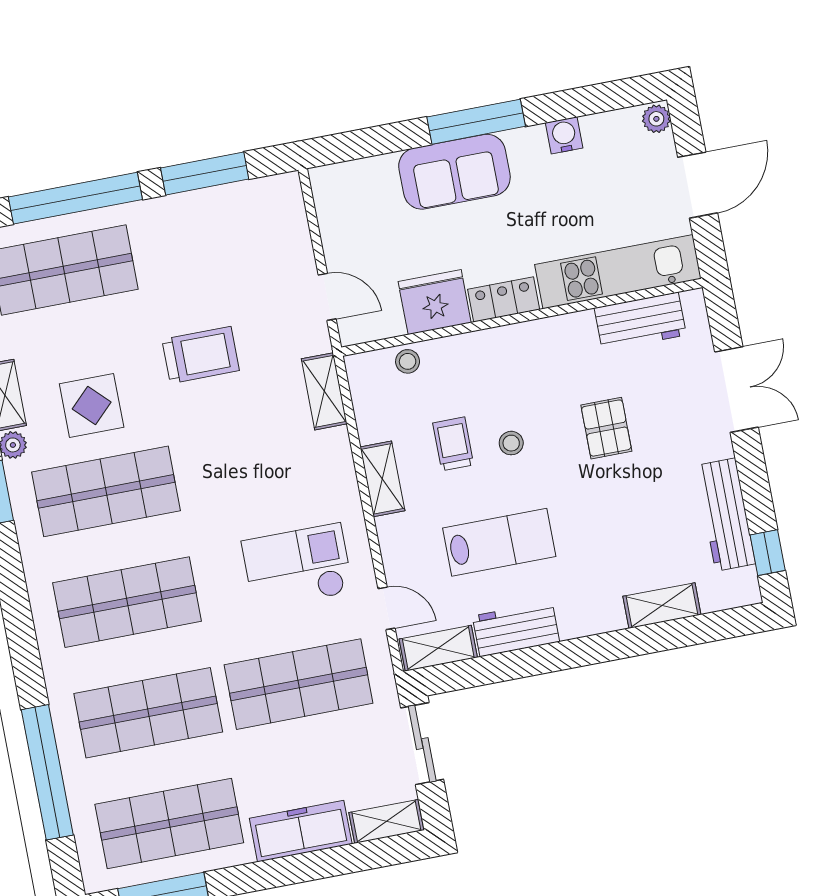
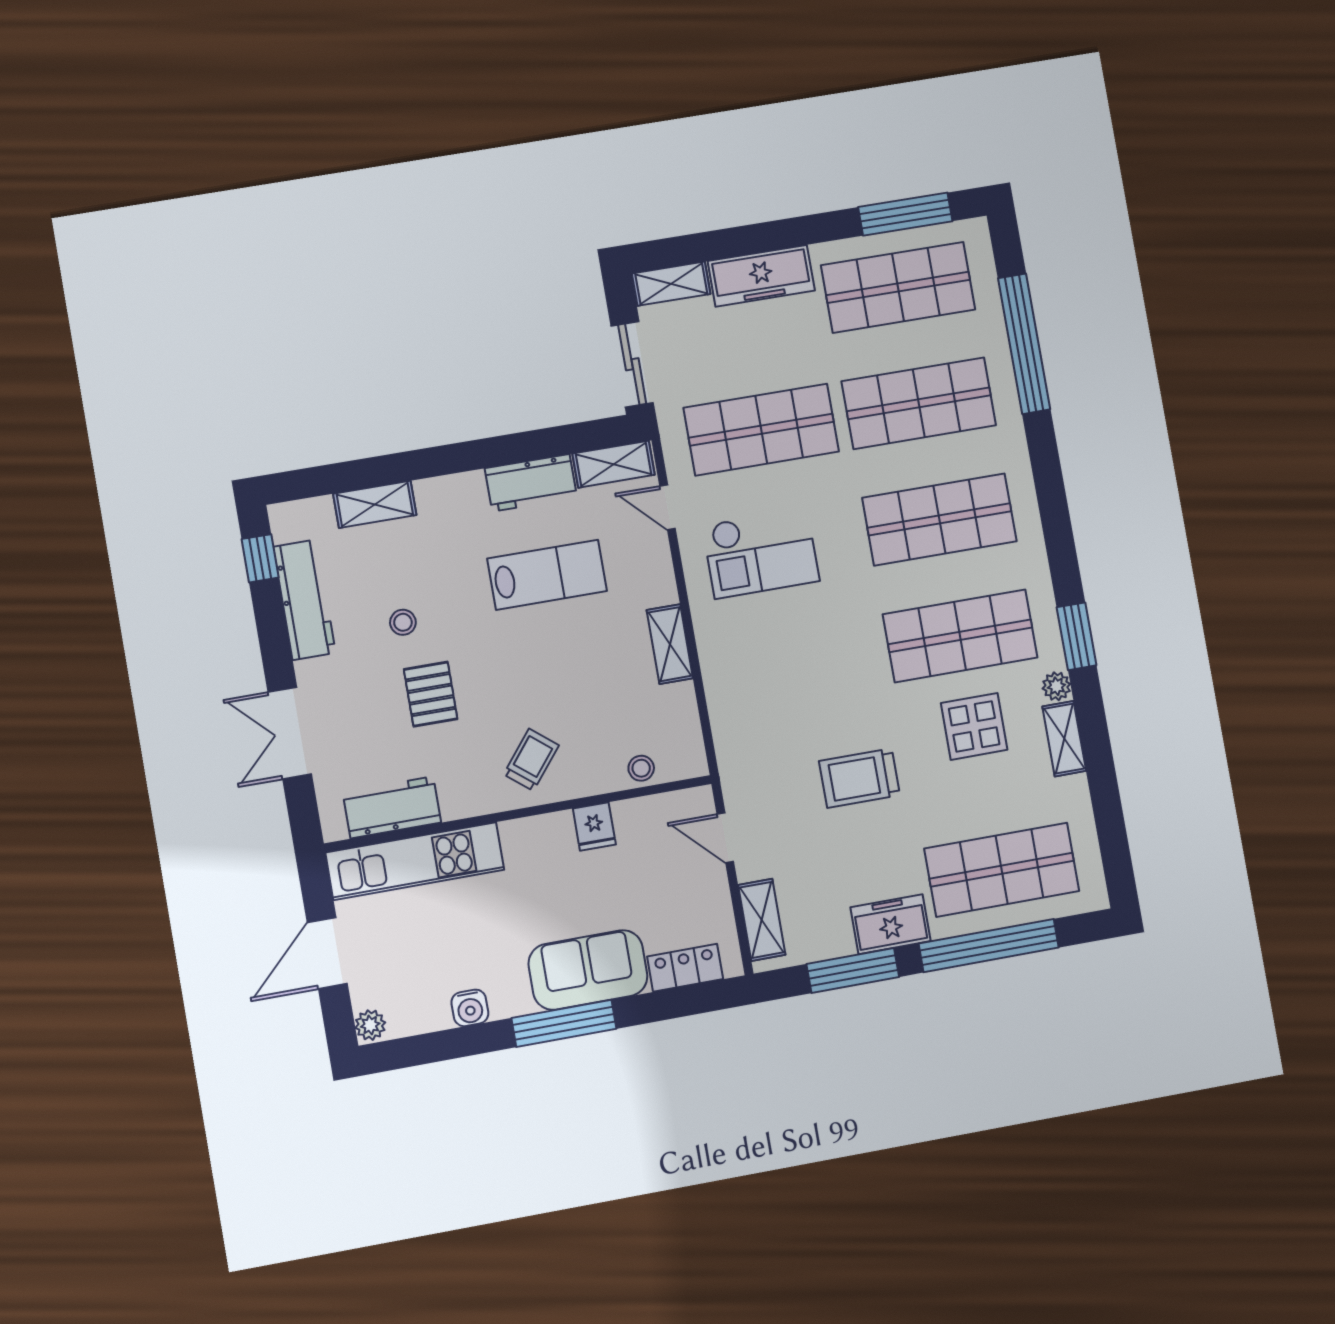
freezer: (169, 217) -> (891, 924), added
locker: (504, 299) -> (685, 968), moved, turned 180
fridge: (435, 302) -> (594, 827), width x0.53, depth x0.75
shelving: (324, 391) -> (762, 920), moved
stool: (511, 443) -> (403, 622), moved
trolley: (453, 444) -> (531, 760), moved, turned -141
lab bench: (499, 542) -> (547, 575), turned 180

